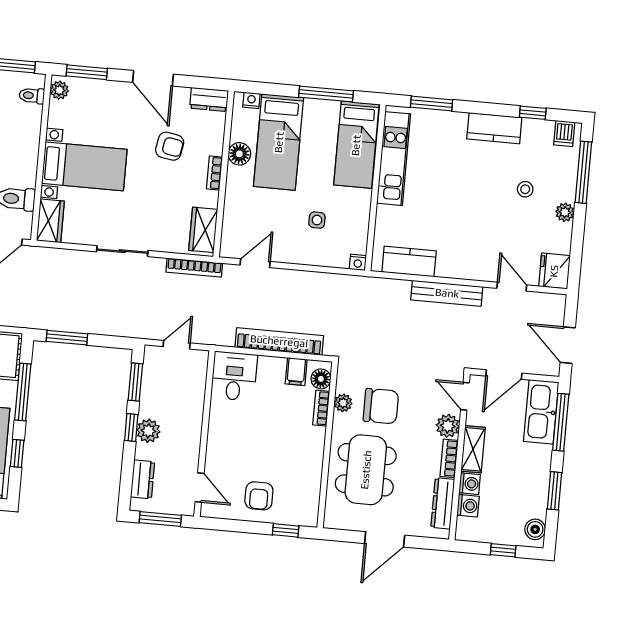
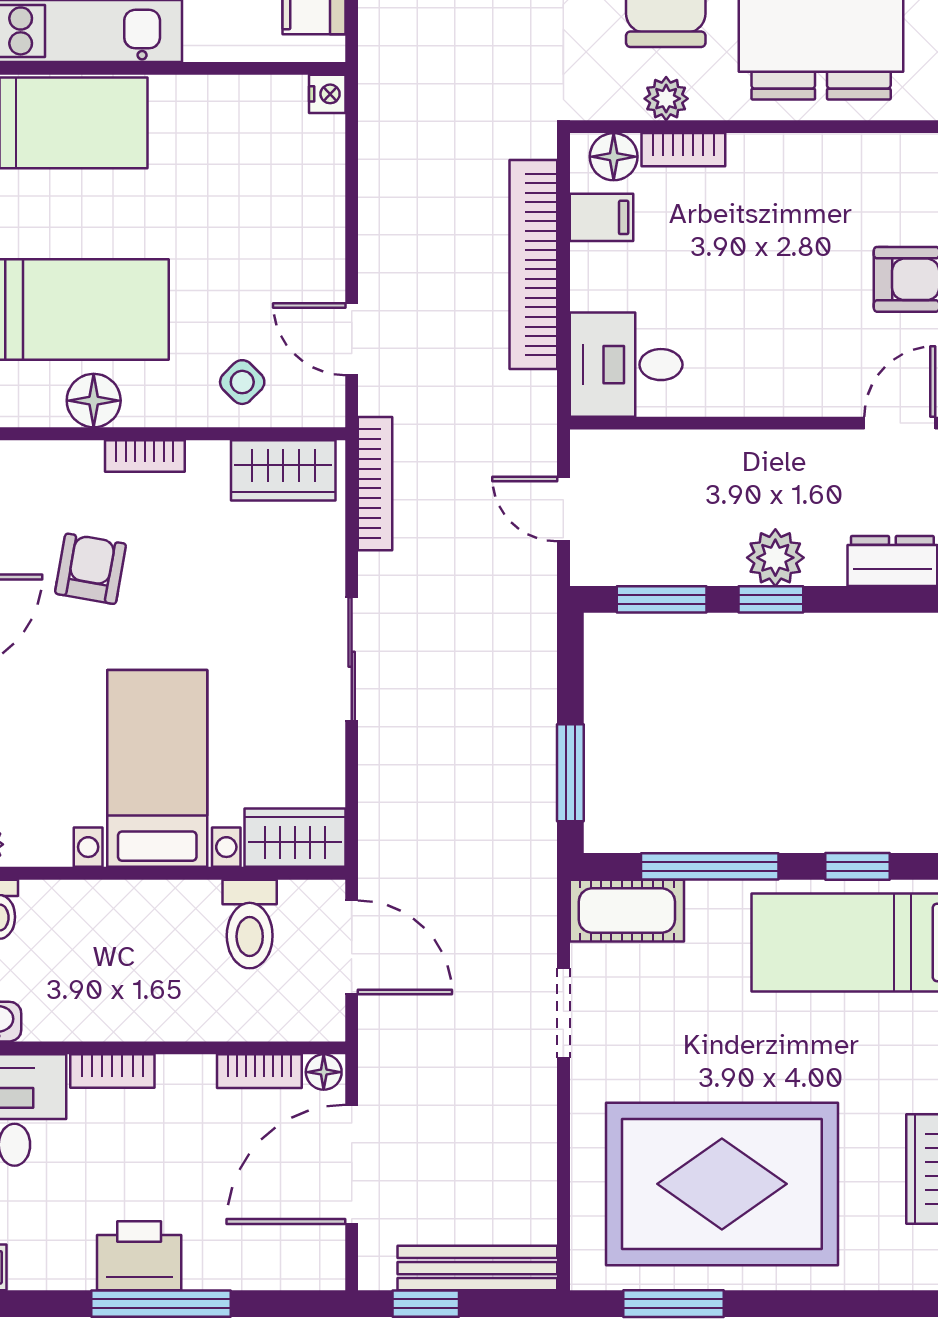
side table: (317, 220) -> (242, 382), moved, turned 45

